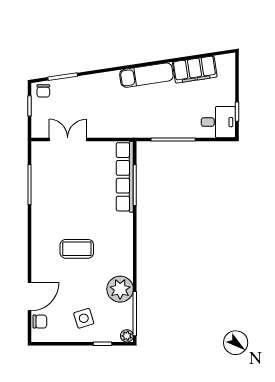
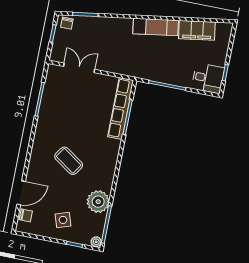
coffee table: (77, 249) -> (69, 161), turned 34

